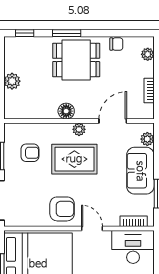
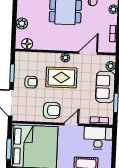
floor lamp: (66, 111) -> (27, 44), moved
armchair: (30, 153) -> (31, 82), moved
door: (92, 229) -> (71, 124), hinge flipped

